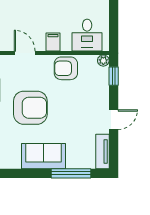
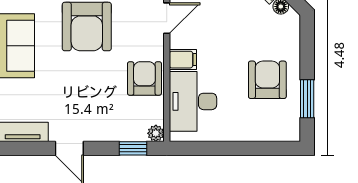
desk: (87, 35) -> (193, 101), width x1.37

